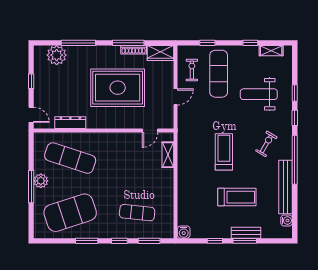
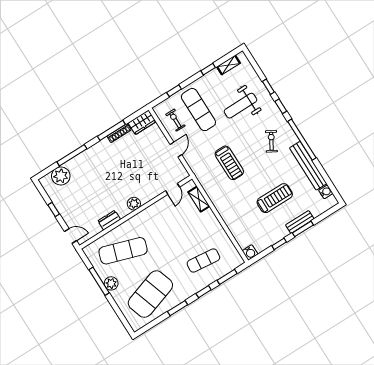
rug: (118, 88) -> (125, 171), removed
plant: (107, 122) -> (134, 204), added
dresser: (70, 123) -> (109, 220), width x0.70
treadmill: (224, 152) -> (229, 163), moved, turned 180
window: (31, 187) -> (99, 281), moved

